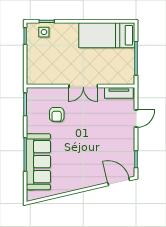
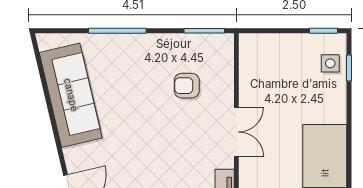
double door: (83, 86) -> (236, 132), swing flipped
sofa: (38, 162) -> (71, 95), moved, turned -103

